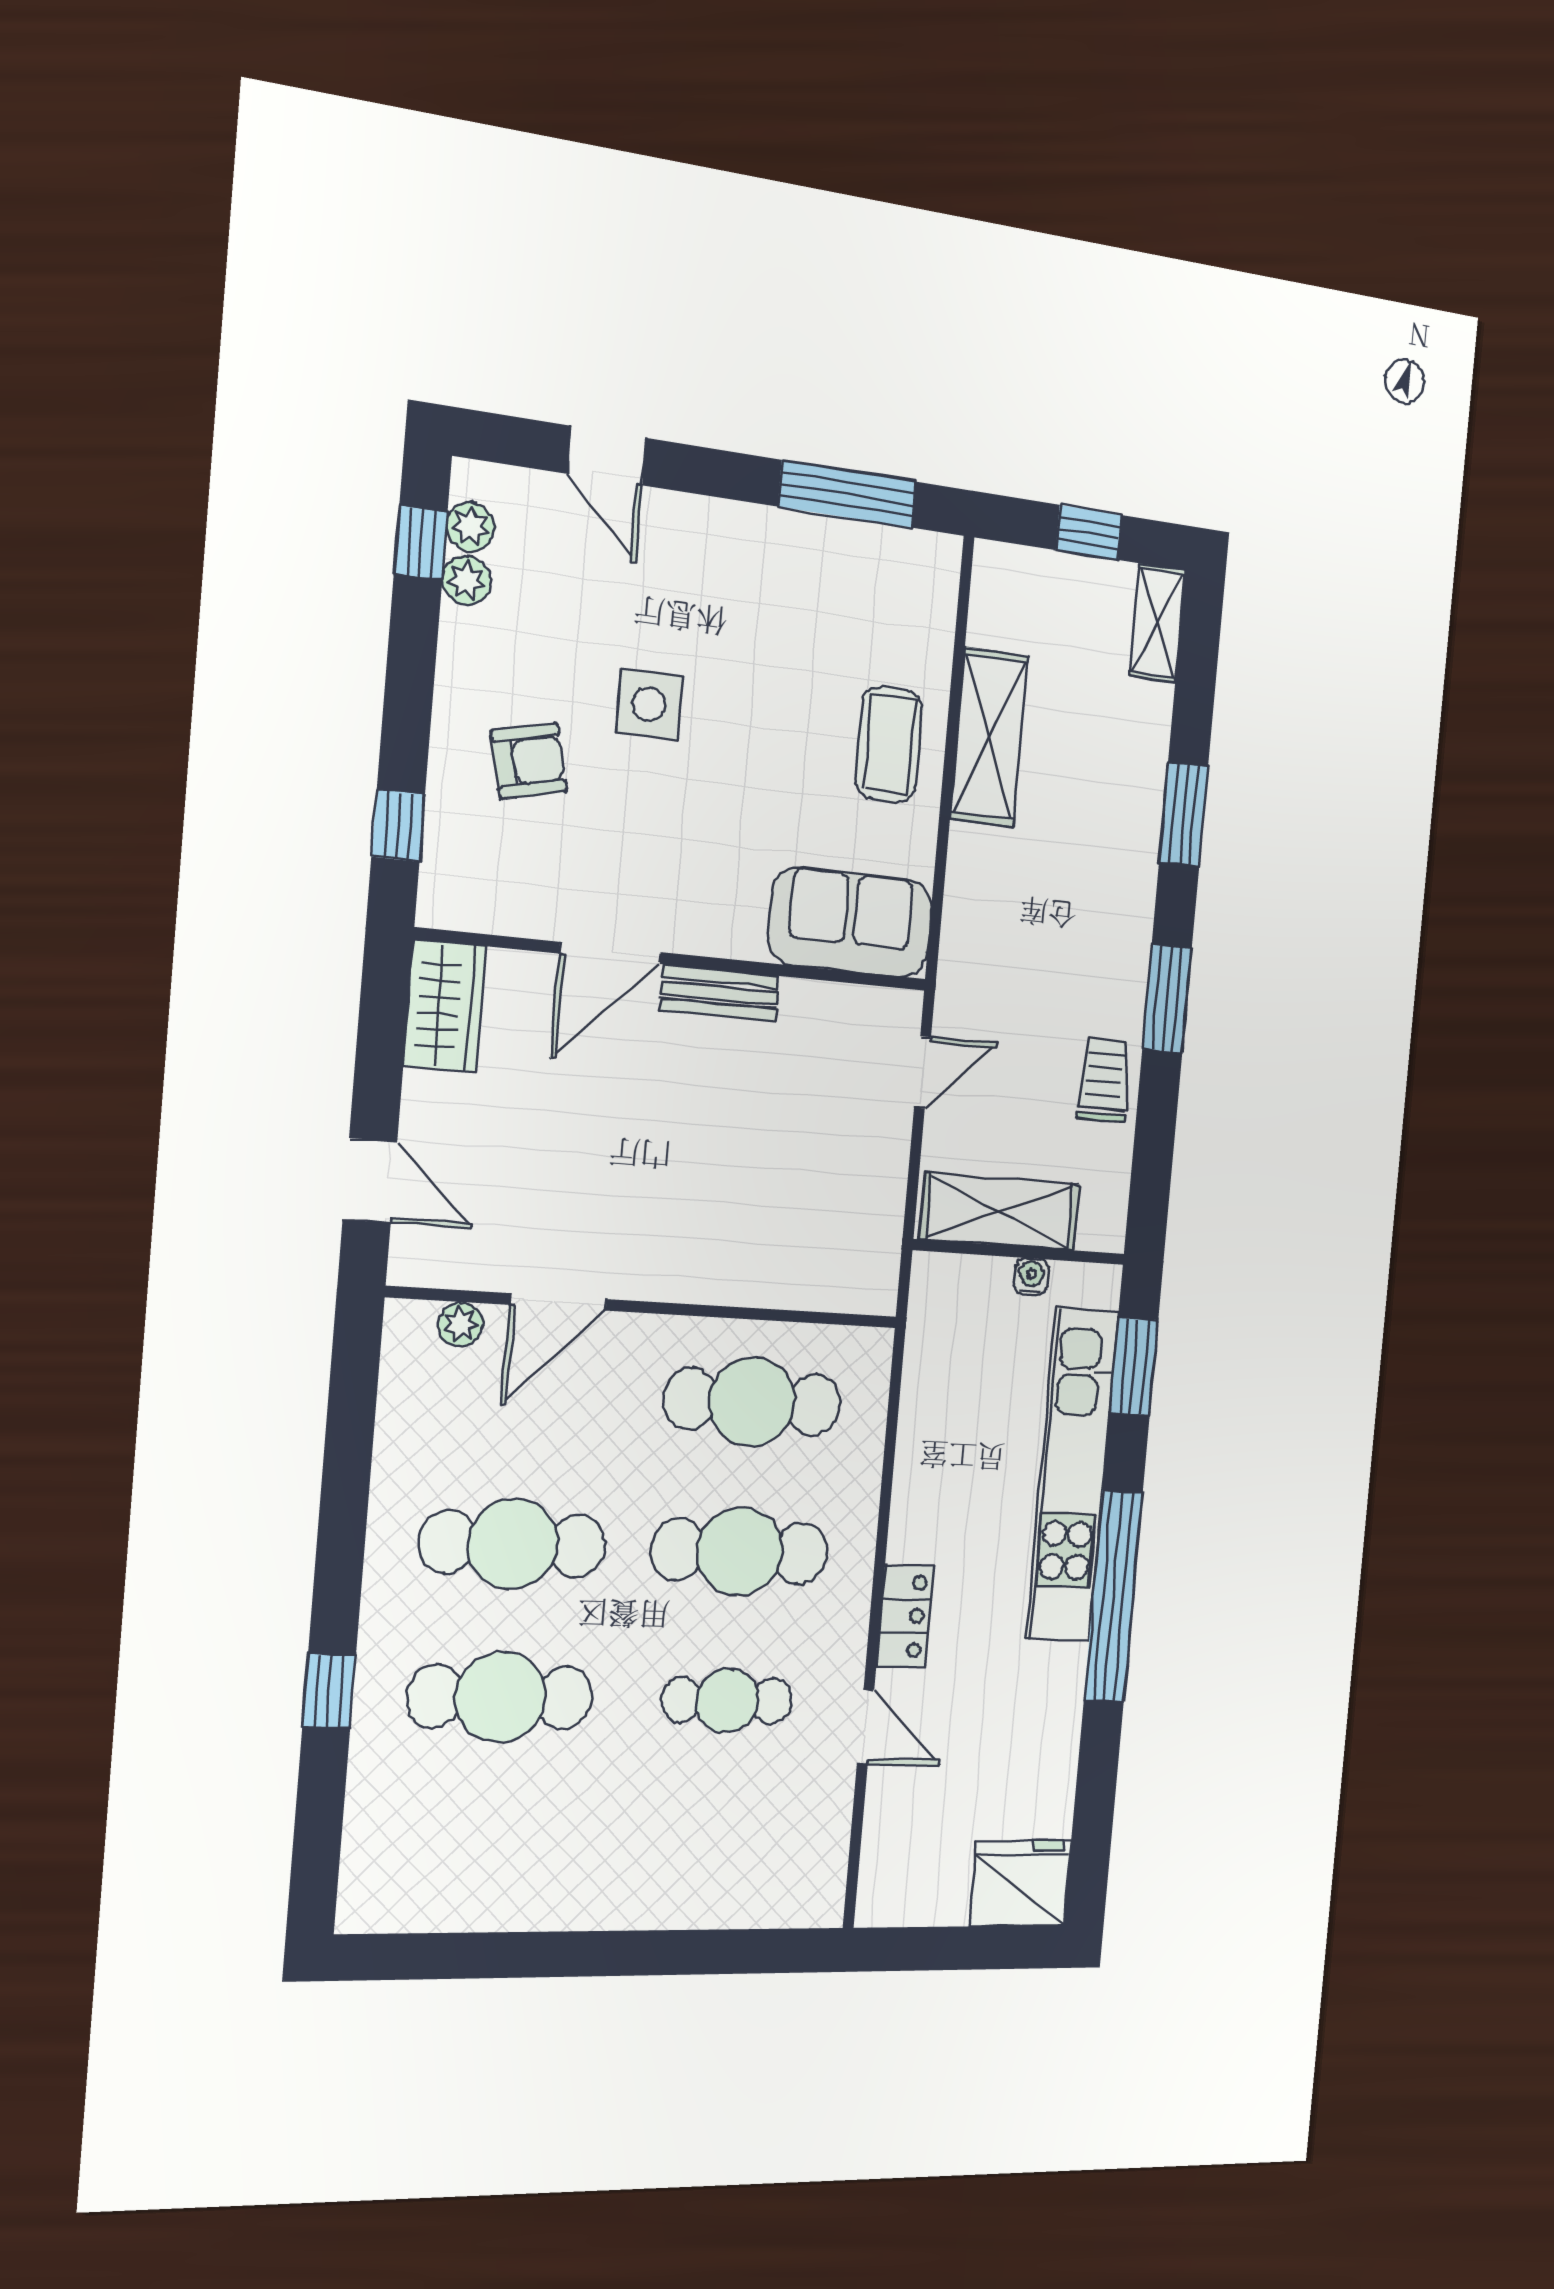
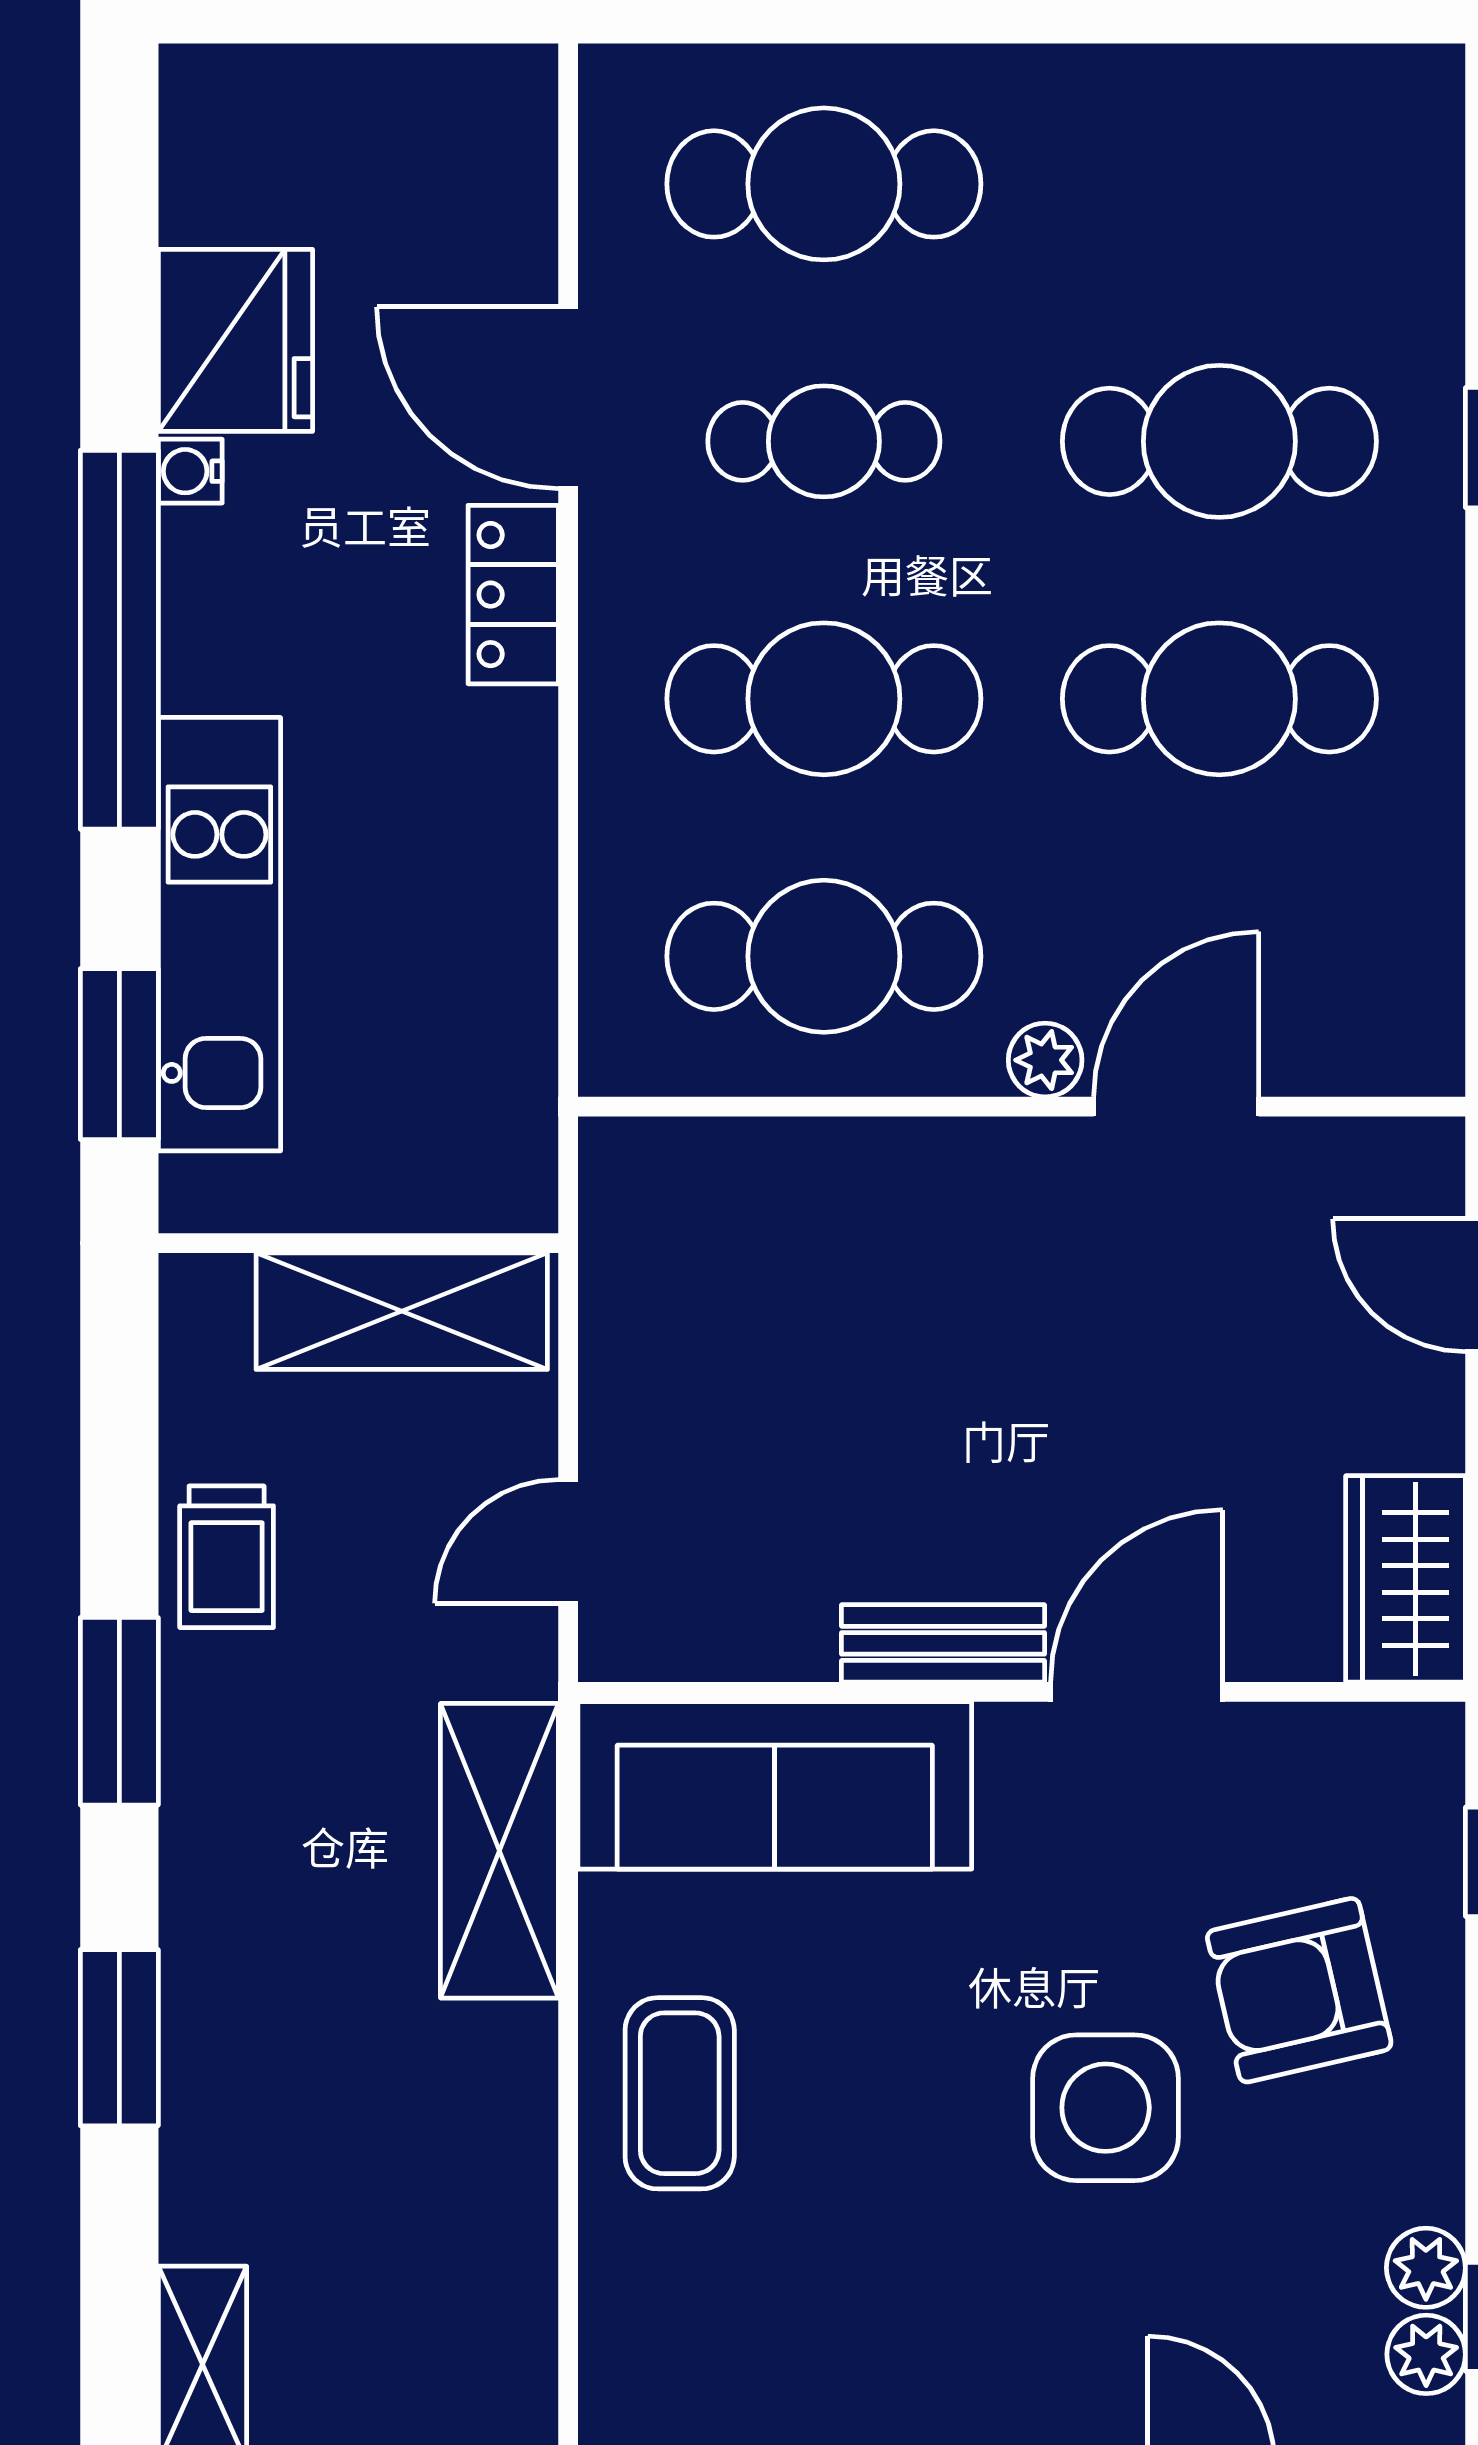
side table: (649, 704) -> (1106, 2108), width x1.37, depth x1.37
shelving: (989, 737) -> (499, 1851), moved
armchair: (529, 761) -> (1299, 1990), width x1.38, depth x1.38
sofa: (850, 922) -> (775, 1785), width x1.36
water cooler: (1031, 1277) -> (190, 471), moved, turned 90
plant: (460, 1324) -> (1045, 1060), moved
kitchen unit: (1073, 1475) -> (219, 934), width x0.73
door: (866, 1727) -> (568, 398), width x1.38
cafe table: (714, 1849) -> (824, 184), added
fridge: (1021, 1883) -> (235, 340), moved, turned -90

